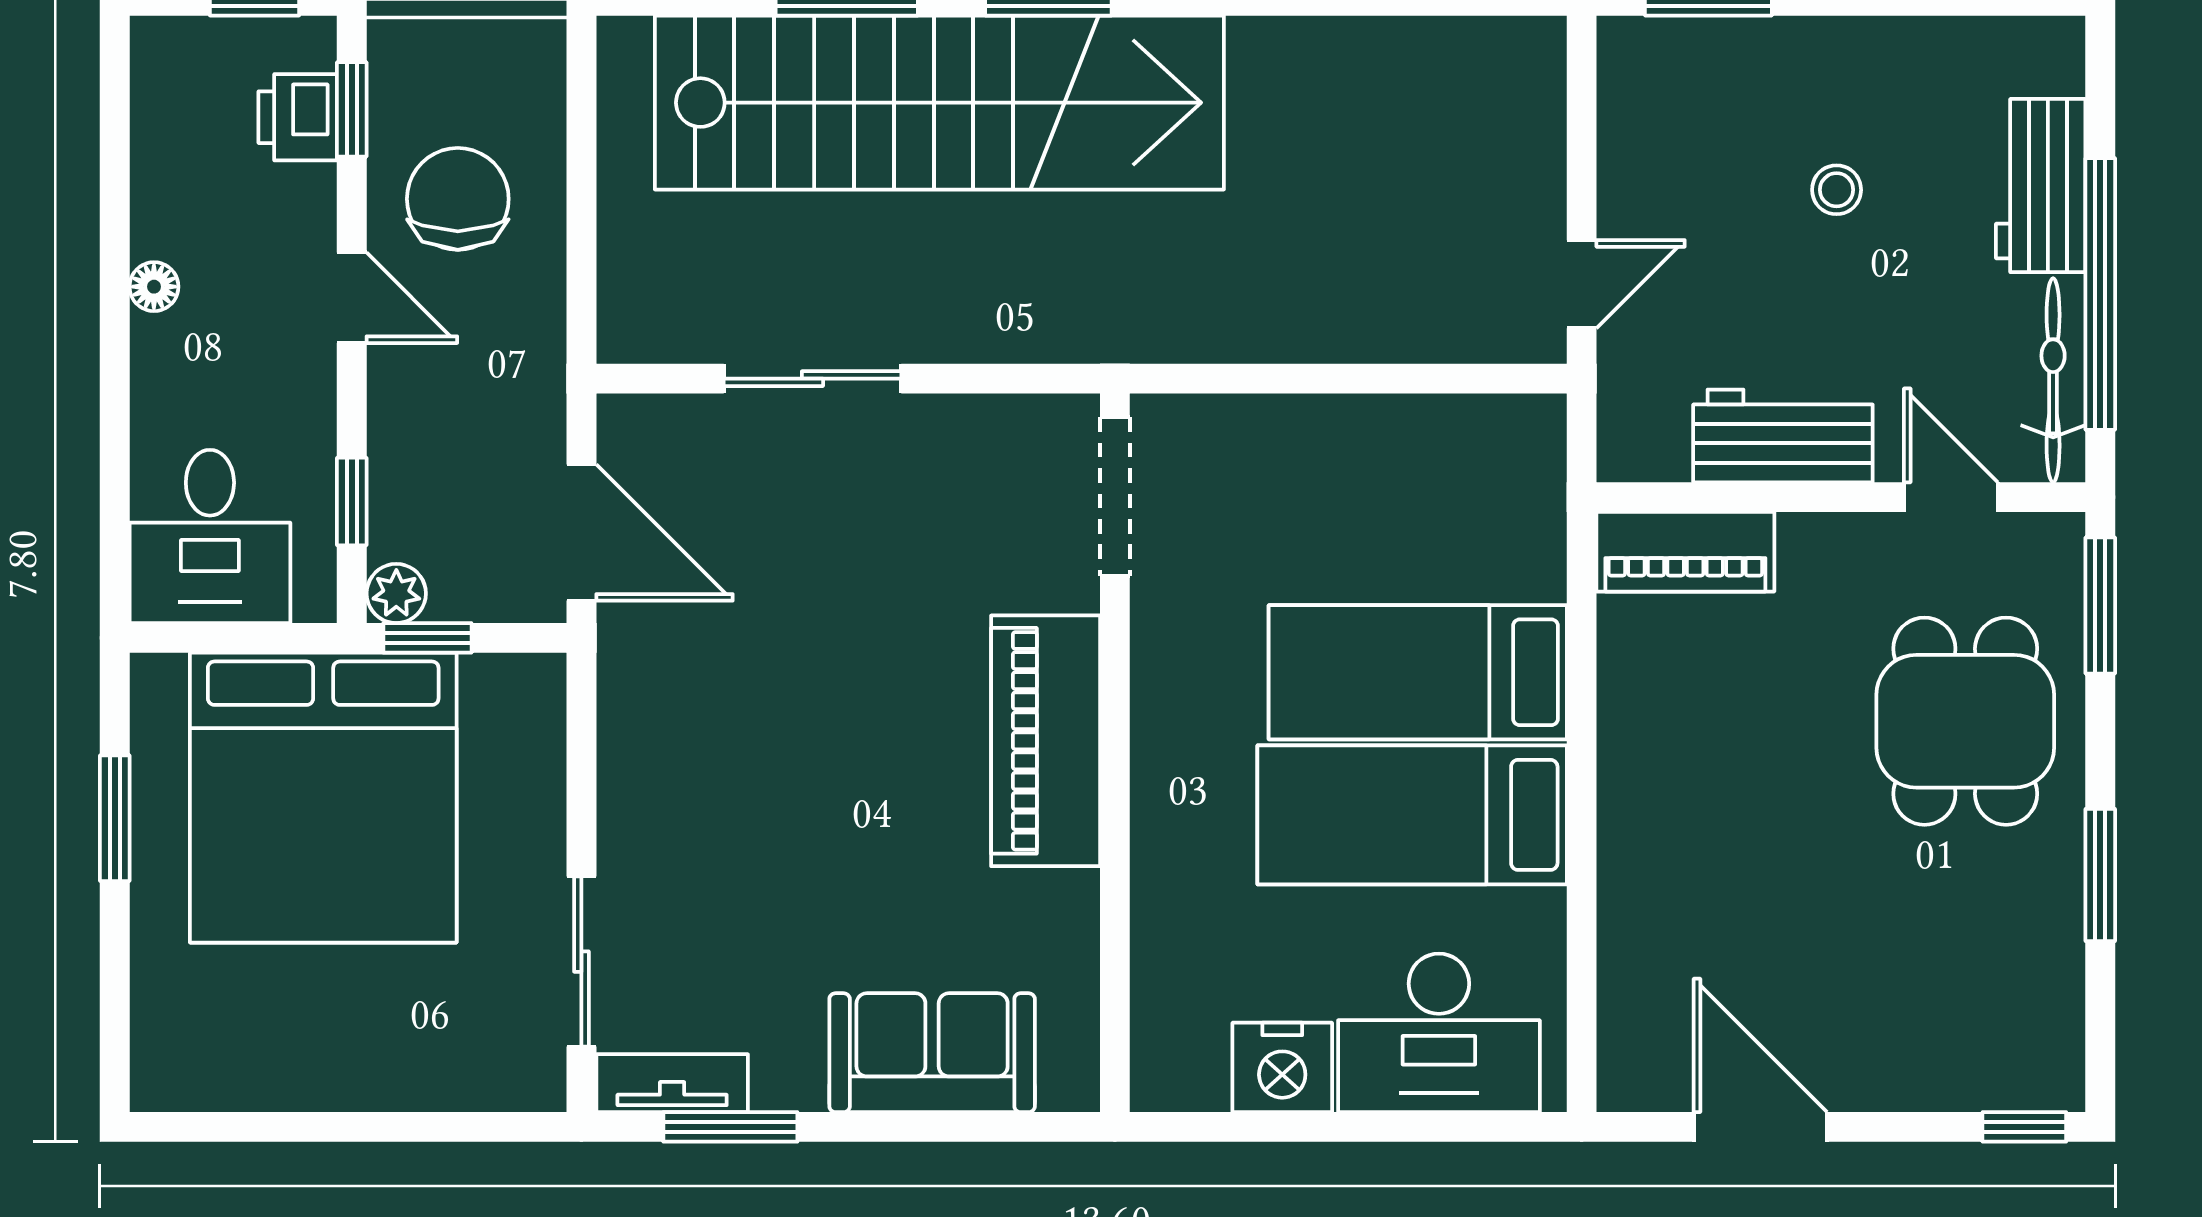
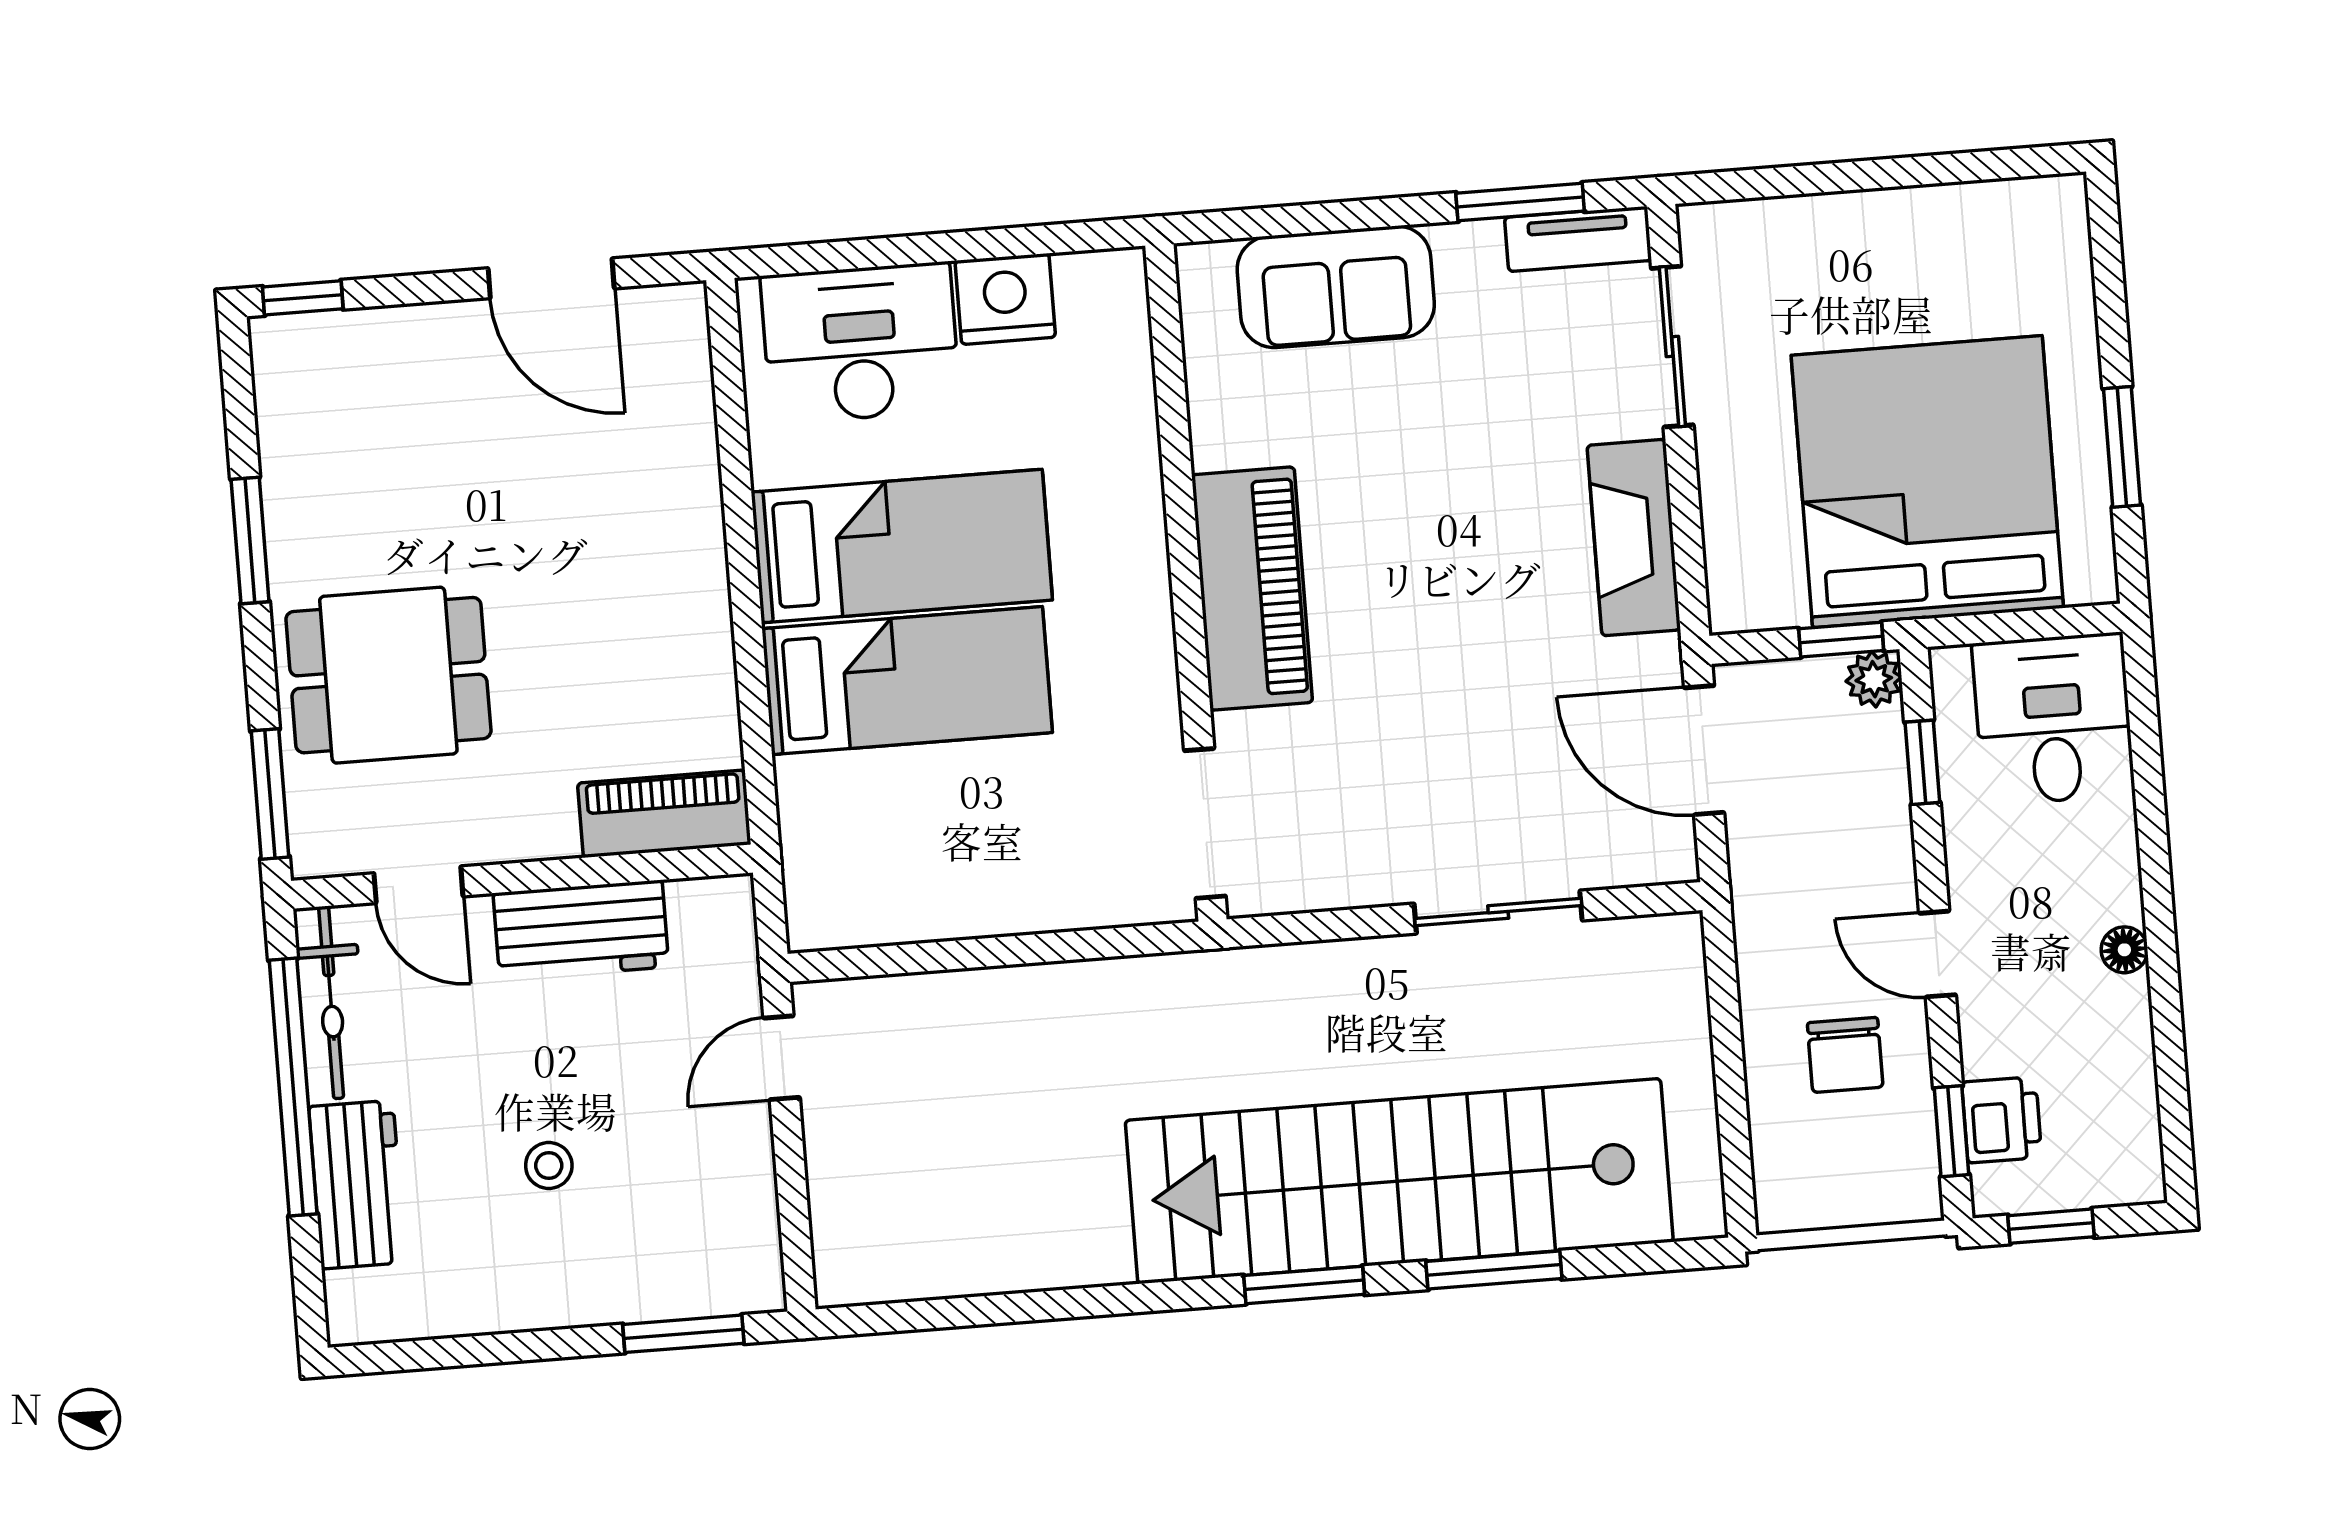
chair: (458, 199) -> (1845, 1055), width x0.73, depth x0.73
dining table: (1965, 721) -> (388, 675), turned 90
fireplace: (638, 763) -> (1634, 538), added

